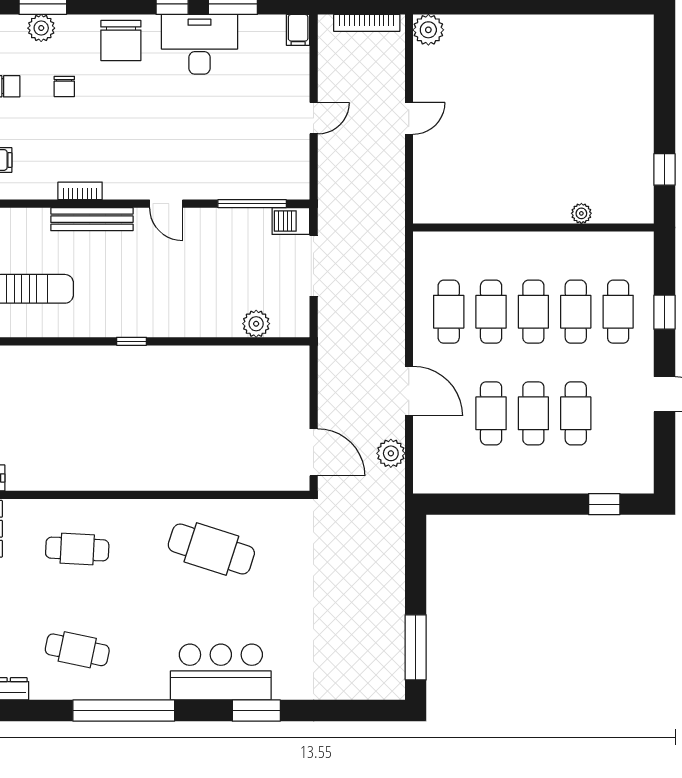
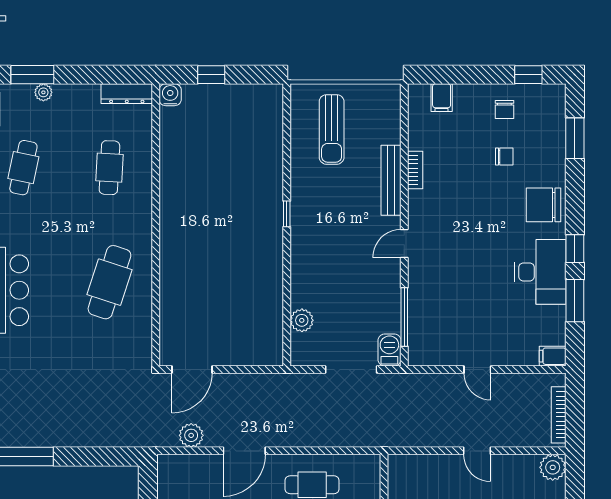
plant: (41, 28) -> (554, 137), removed
chair: (64, 86) -> (504, 157), turned 180

